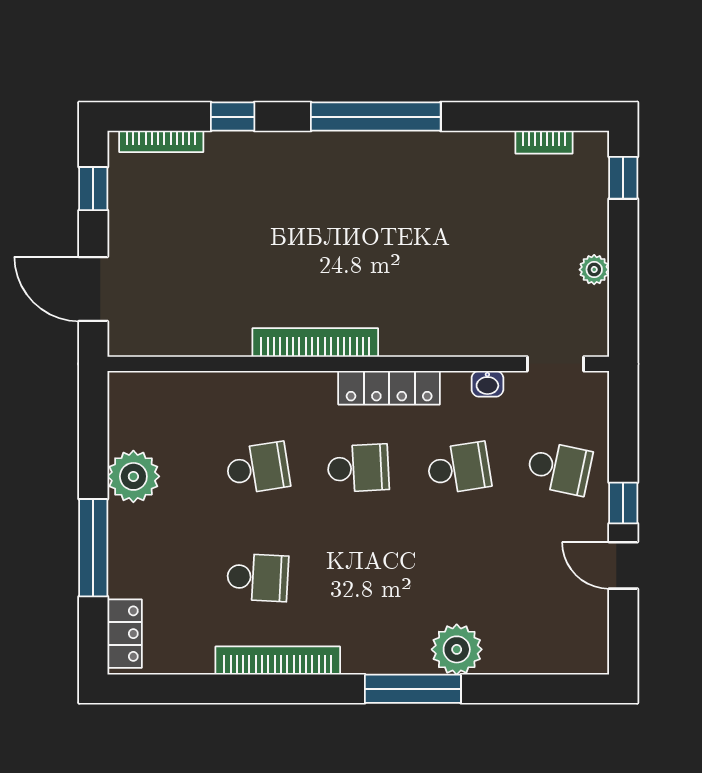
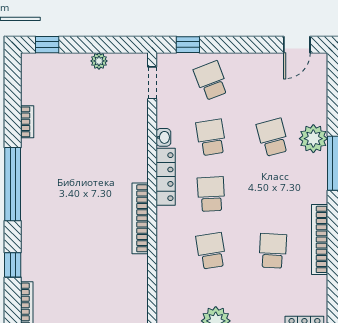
bookcase: (544, 142) -> (27, 122), moved
washbasin: (487, 384) -> (163, 137), moved
school desk: (559, 468) -> (211, 81), turned -33
window: (623, 503) -> (188, 45), moved
door: (623, 565) -> (297, 45), moved
school desk: (459, 577) -> (273, 137), added

